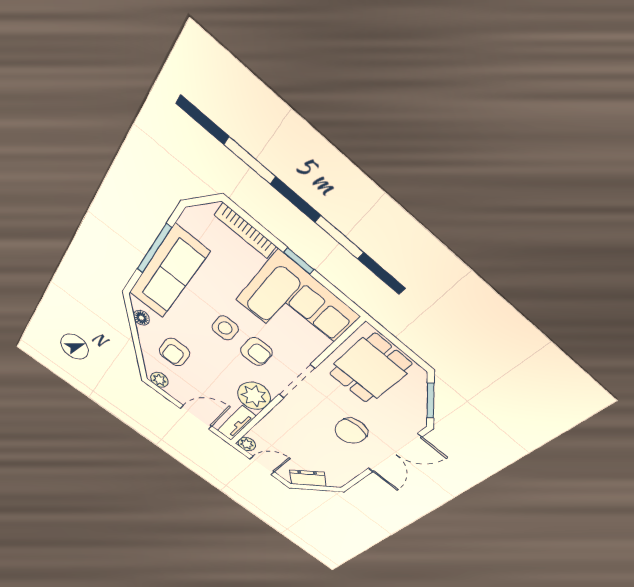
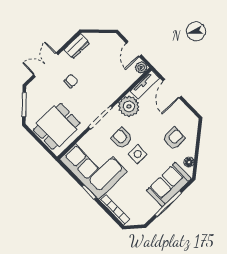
sofa: (168, 273) -> (169, 185), width x0.73
plant: (159, 380) -> (190, 118), removed
door: (196, 417) -> (172, 89), hinge flipped
chair: (351, 431) -> (71, 81), width x0.54, depth x0.54
double door: (394, 453) -> (46, 65), width x0.73
door: (262, 465) -> (134, 49), hinge flipped
dresser: (308, 478) -> (77, 46), moved, turned -45

